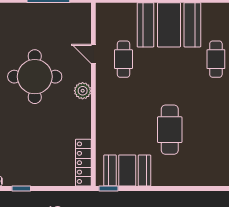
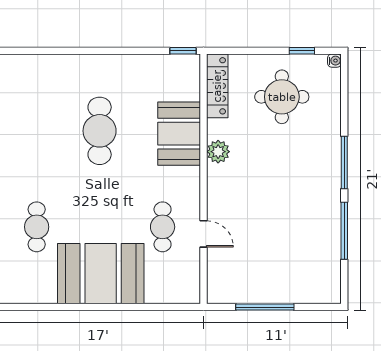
round table: (35, 77) -> (282, 97), moved, width x0.73, depth x0.73
plant: (83, 91) -> (218, 152), moved
booth: (127, 171) -> (179, 134), moved, turned 90

